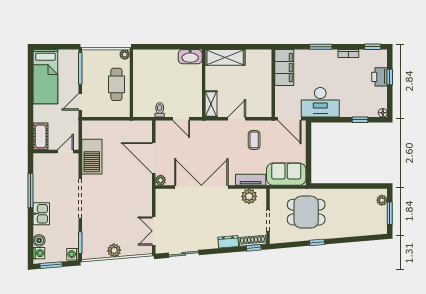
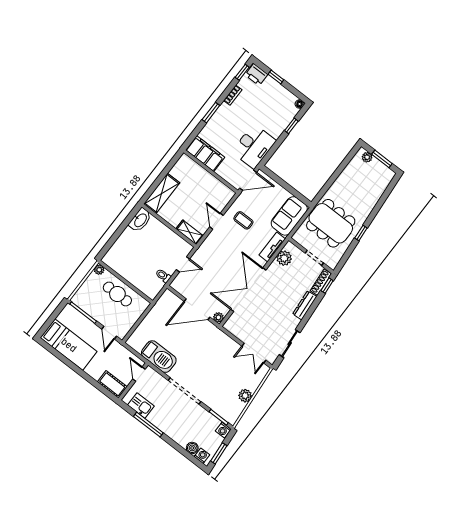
printer: (380, 77) -> (256, 75), moved
dining table: (306, 212) -> (331, 223), width x1.38
kitchen sink: (41, 214) -> (141, 406), moved
dresser: (228, 242) -> (305, 305), width x1.44

